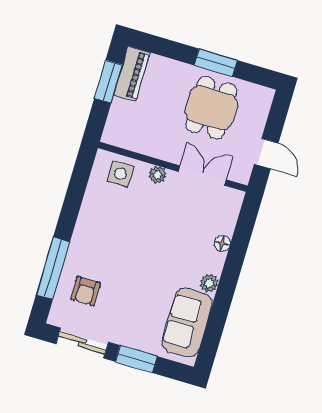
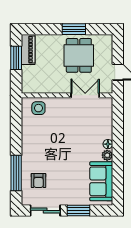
plant: (157, 175) -> (60, 102), removed
floor lamp: (222, 244) -> (108, 144), moved

